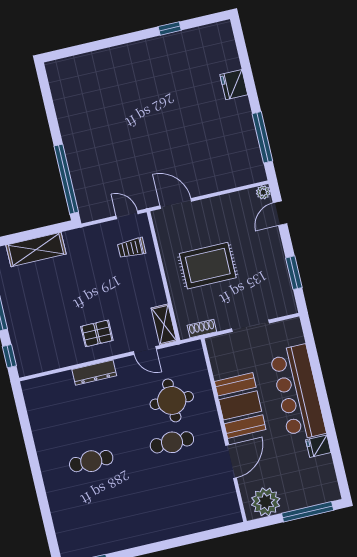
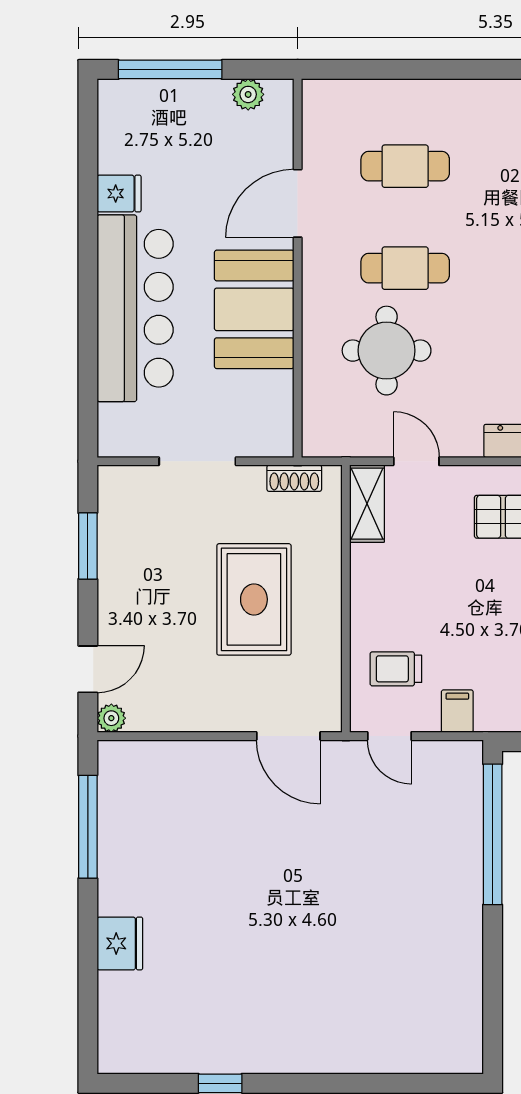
filing cabinet: (97, 235) -> (457, 711), added
trolley: (131, 248) -> (396, 669), turned 180
rug: (208, 266) -> (254, 599), turned 90
cafe table: (183, 491) -> (405, 166), added
plant: (266, 502) -> (248, 94), width x0.53, depth x0.53

